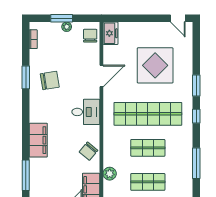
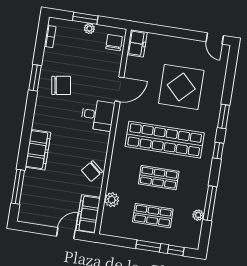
desk: (86, 112) -> (98, 115), moved
plant: (188, 175) -> (198, 215), added

